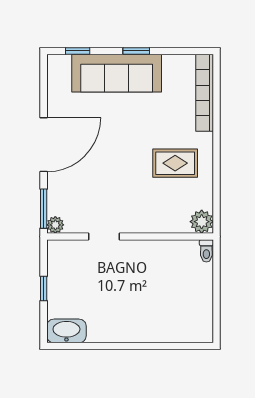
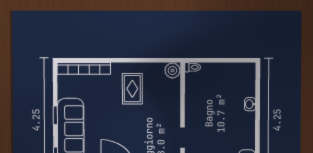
washbasin: (153, 335) -> (250, 104), added

